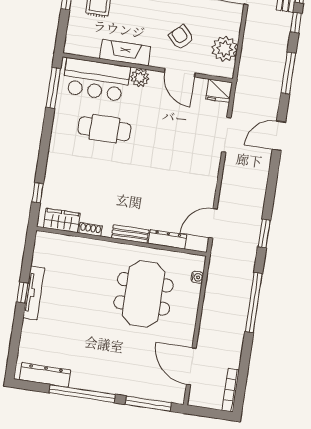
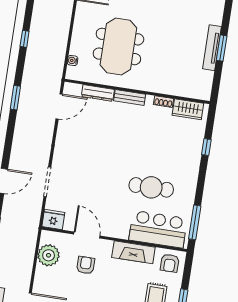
armchair: (181, 37) -> (86, 265), turned -136
armchair: (83, 40) -> (170, 263), added
plant: (140, 78) -> (121, 231), removed
window: (37, 193) -> (206, 147), moved
window: (22, 293) -> (222, 48), width x1.50
window: (254, 303) -> (25, 39), width x0.32

